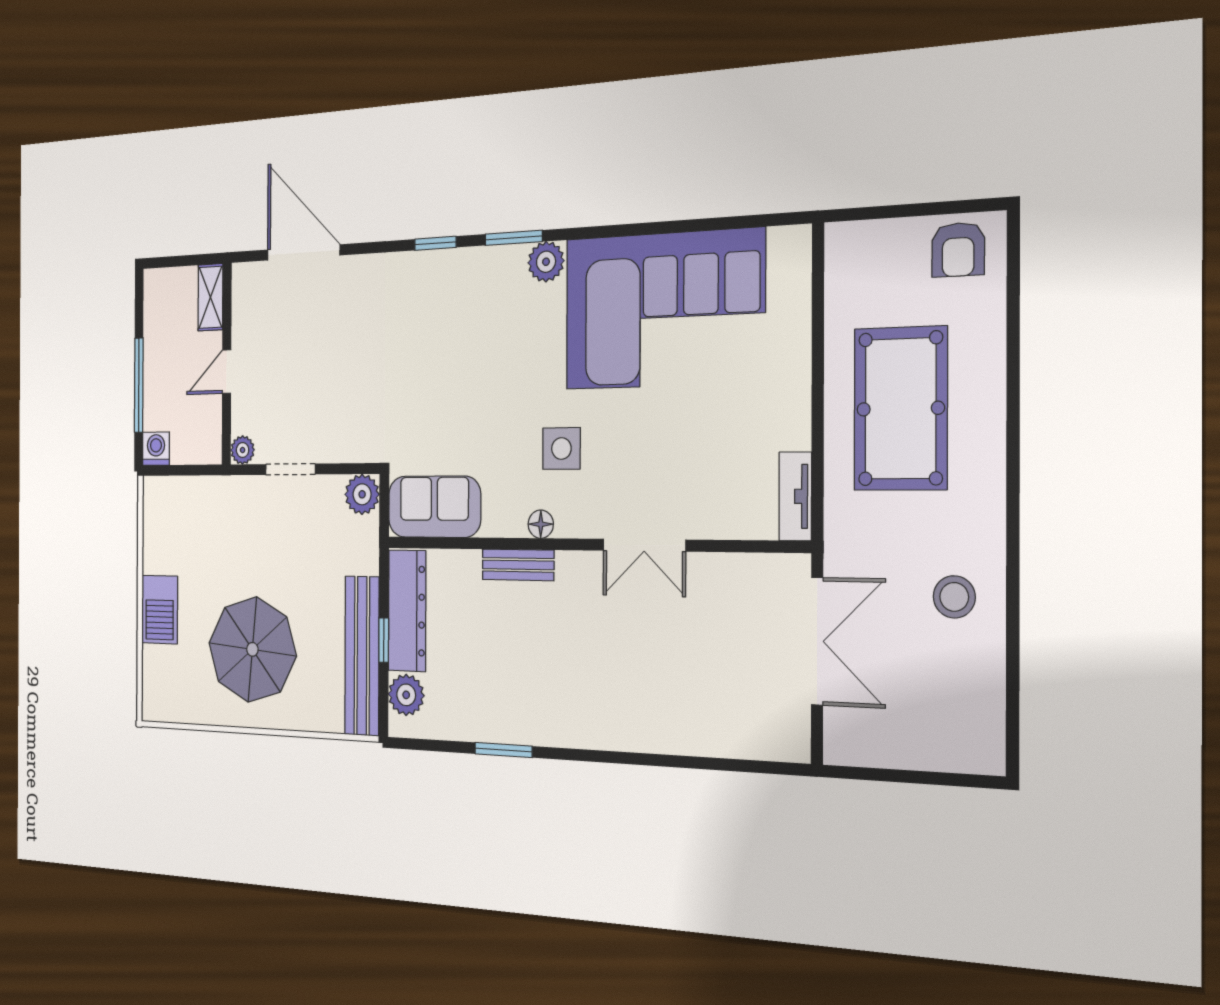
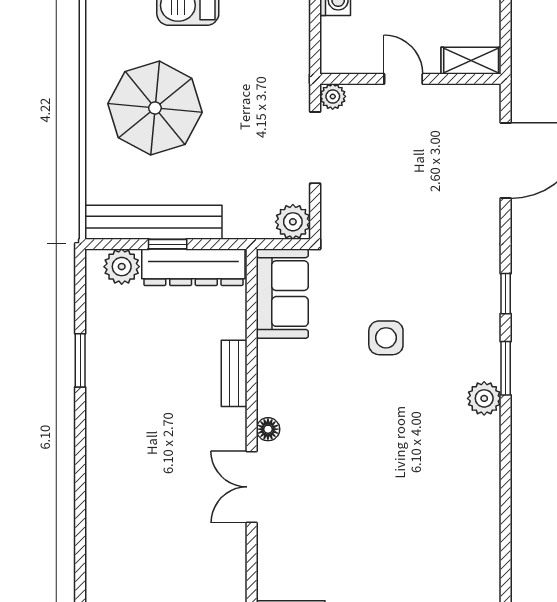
corner sofa: (664, 310) -> (440, 503), removed
side table: (561, 448) -> (386, 338), moved
doorway: (290, 469) -> (315, 148), width x1.38
floor lamp: (541, 524) -> (268, 429), moved

